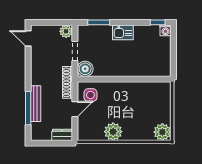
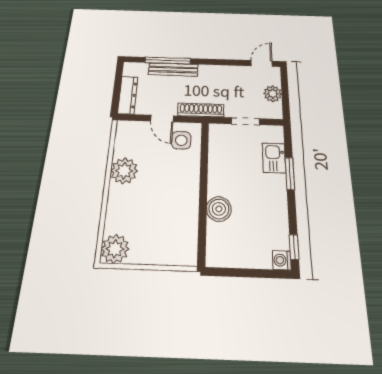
window: (99, 22) -> (290, 174), moved
plant: (66, 31) -> (273, 94), moved
kitchen sink: (123, 32) -> (274, 158), moved
boiler: (85, 69) -> (219, 209), moved
dresser: (62, 135) -> (128, 95), width x1.44

